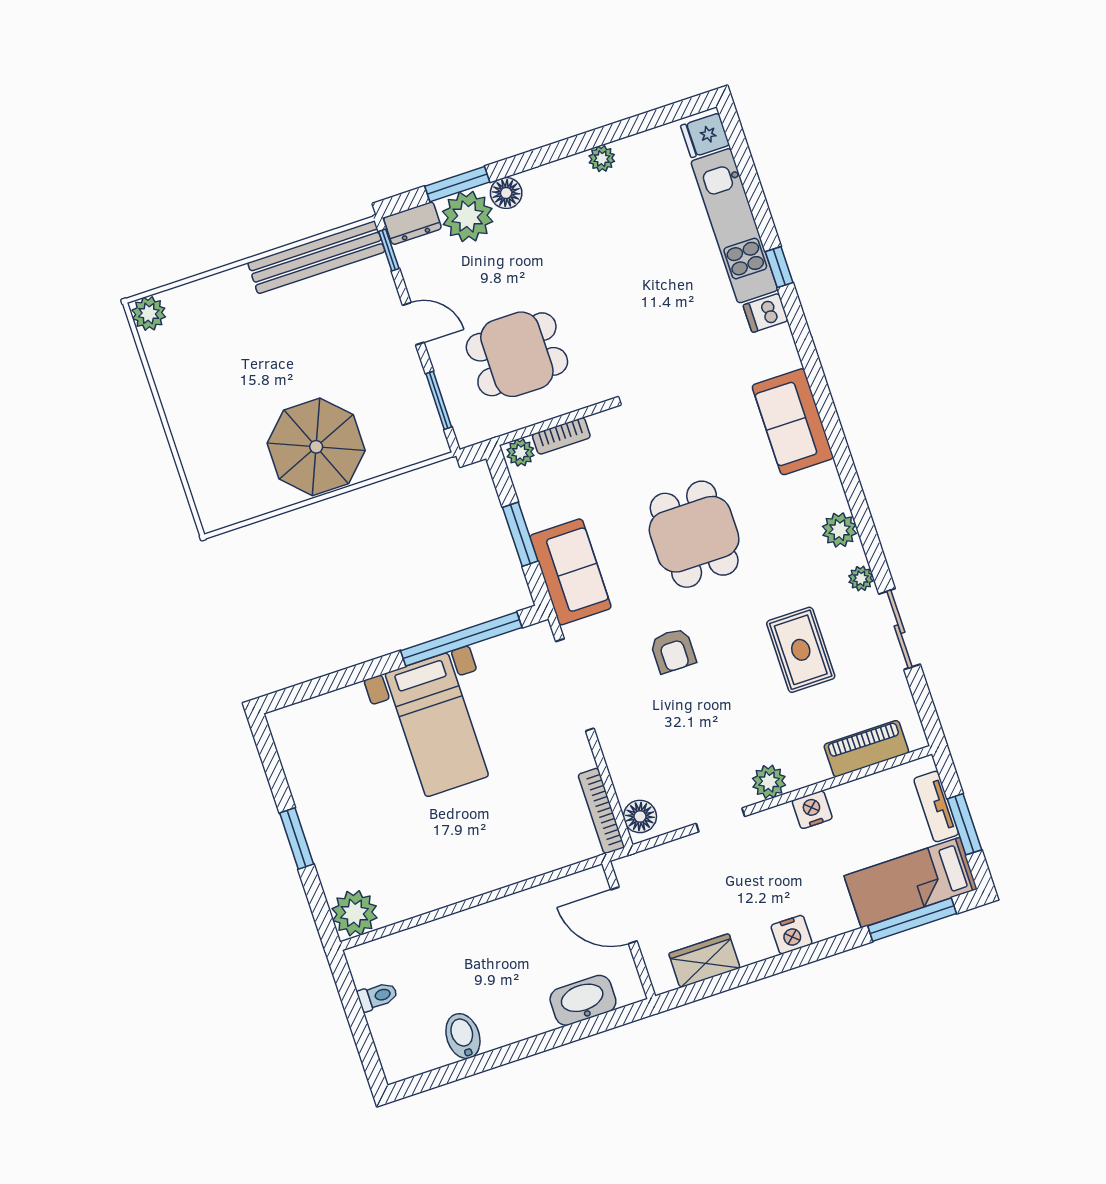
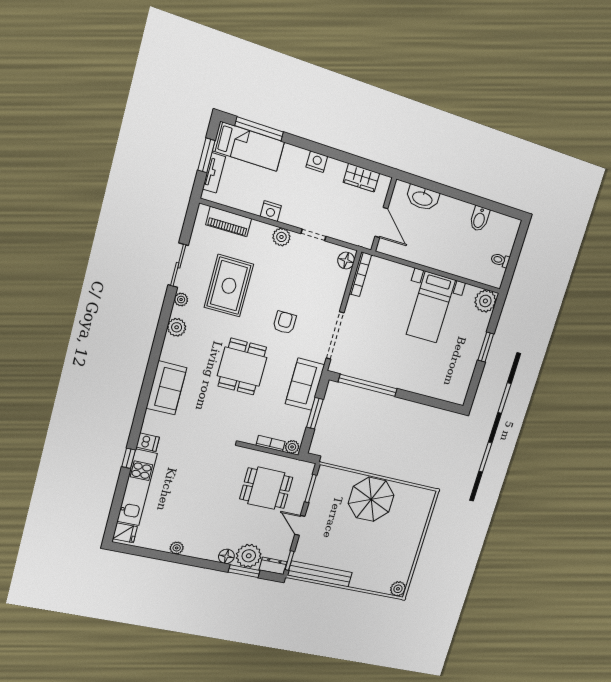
rug: (801, 650) -> (229, 286), width x1.36, depth x1.43
bed with nightstands: (437, 725) -> (431, 307), moved, turned 180

